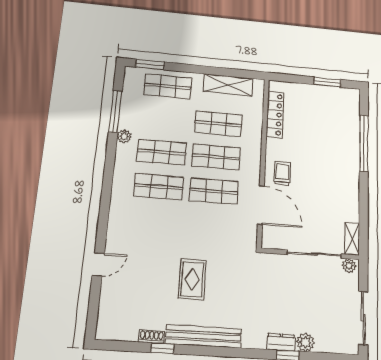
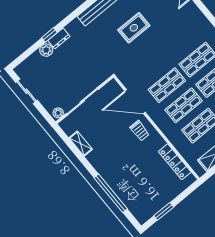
shelving: (352, 239) -> (81, 144), moved
rug: (192, 279) -> (134, 28), turned 90
sliding door: (363, 318) -> (27, 91), width x0.73

